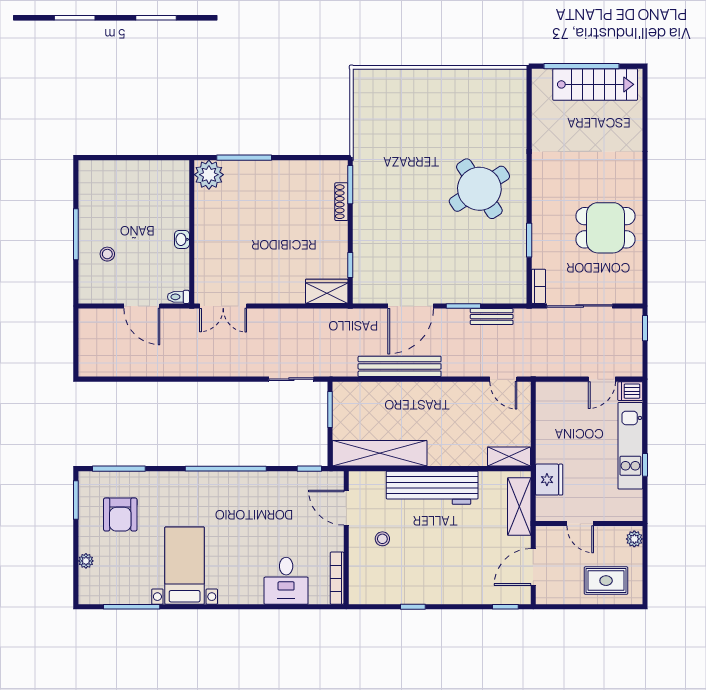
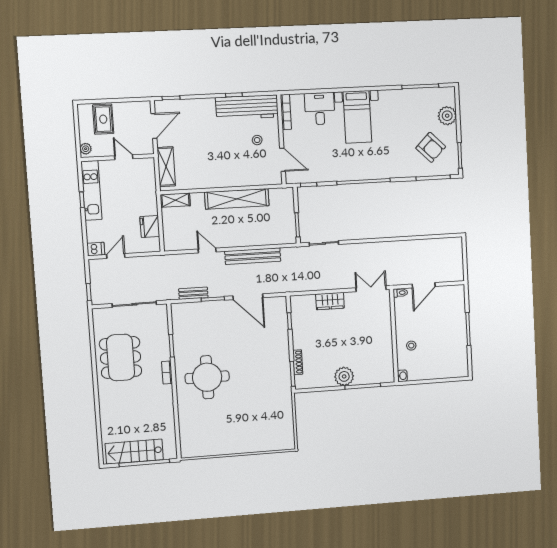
plant: (209, 175) -> (344, 376), moved
round table: (479, 189) -> (207, 377), turned 33
dining table: (605, 228) -> (121, 357), width x1.37
washbasin: (182, 239) -> (402, 376), moved
stool: (107, 254) -> (411, 346), moved
bookcase: (539, 286) -> (167, 372), moved
wardrobe: (327, 291) -> (330, 301), moved
door: (142, 306) -> (424, 285), swing flipped
door: (411, 306) -> (248, 297), swing flipped
door: (503, 379) -> (207, 250), moved
kitchen unit: (630, 446) -> (91, 190), moved
shelving: (380, 453) -> (237, 199), moved
fridge: (549, 480) -> (150, 226), moved
workbench: (432, 488) -> (247, 107), moved, turned 180
armchair: (120, 514) -> (431, 147), turned 135
plant: (86, 561) -> (447, 116), width x1.88, depth x1.88
bed with nightstands: (185, 566) -> (357, 117), moved
rug: (606, 581) -> (103, 119), turned 90

